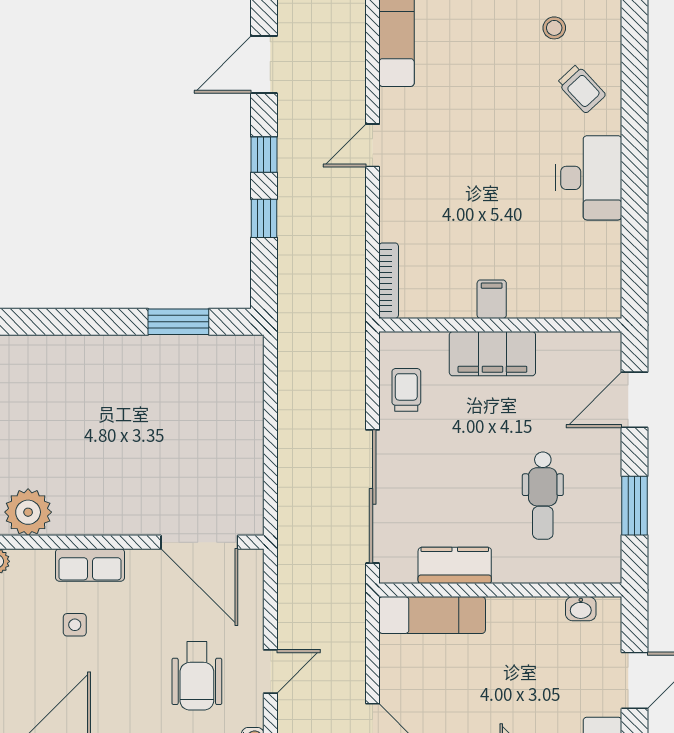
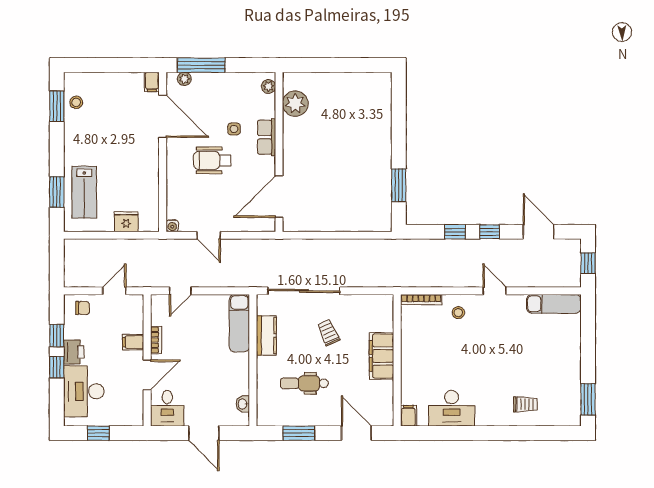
stool: (554, 28) -> (458, 313), moved
trolley: (581, 89) -> (525, 404), turned -137
desk: (589, 178) -> (452, 408), moved
filing cabinet: (492, 299) -> (408, 416), moved, turned -90
trolley: (406, 390) -> (328, 332), moved, turned -114
wheelchair: (197, 676) -> (212, 160), moved

